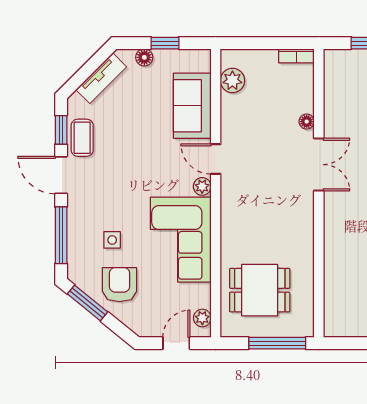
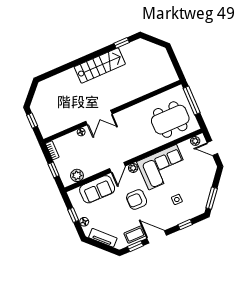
window: (261, 43) -> (54, 170), added
double door: (319, 165) -> (99, 118), swing flipped
door: (61, 175) -> (157, 237), swing flipped
window: (61, 235) -> (185, 225), width x0.46
armchair: (119, 285) -> (137, 200), moved
dining table: (260, 290) -> (170, 120), width x1.38

